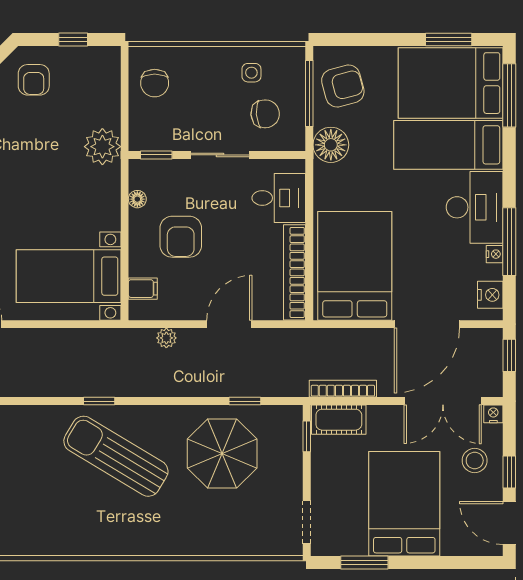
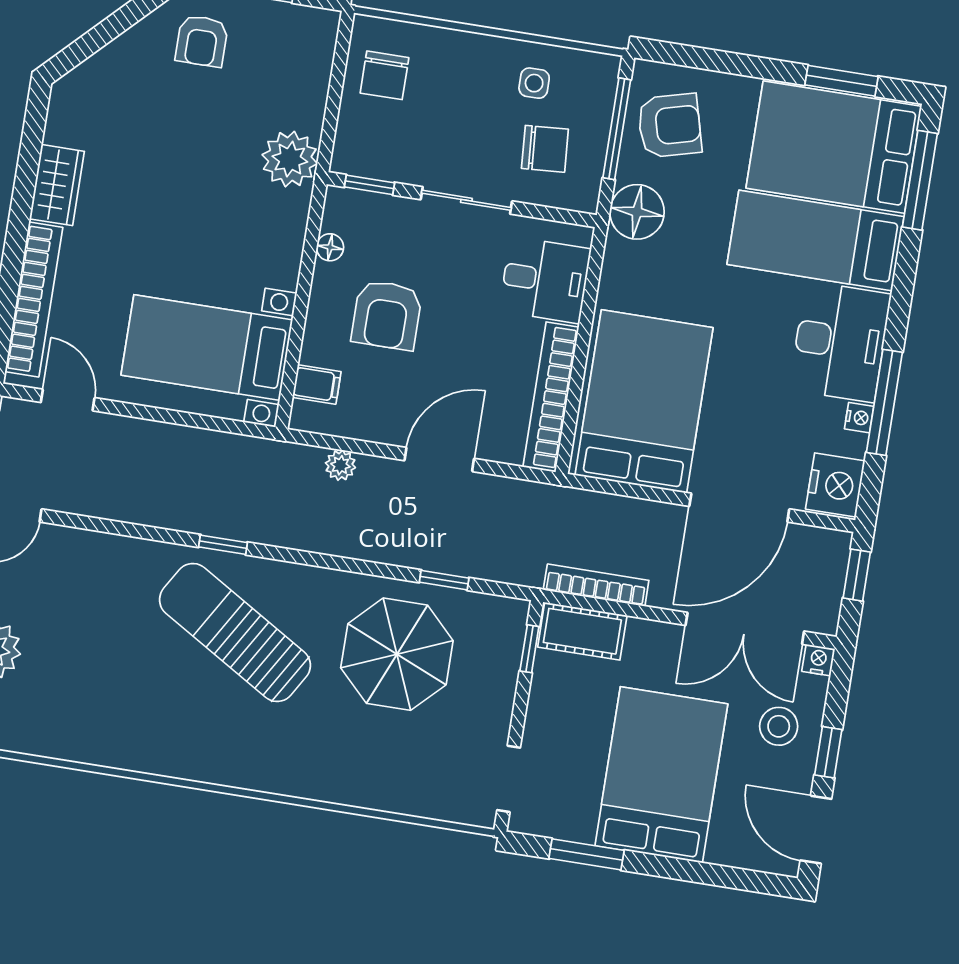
nightstand: (490, 295) -> (835, 485), width x1.36, depth x1.33

